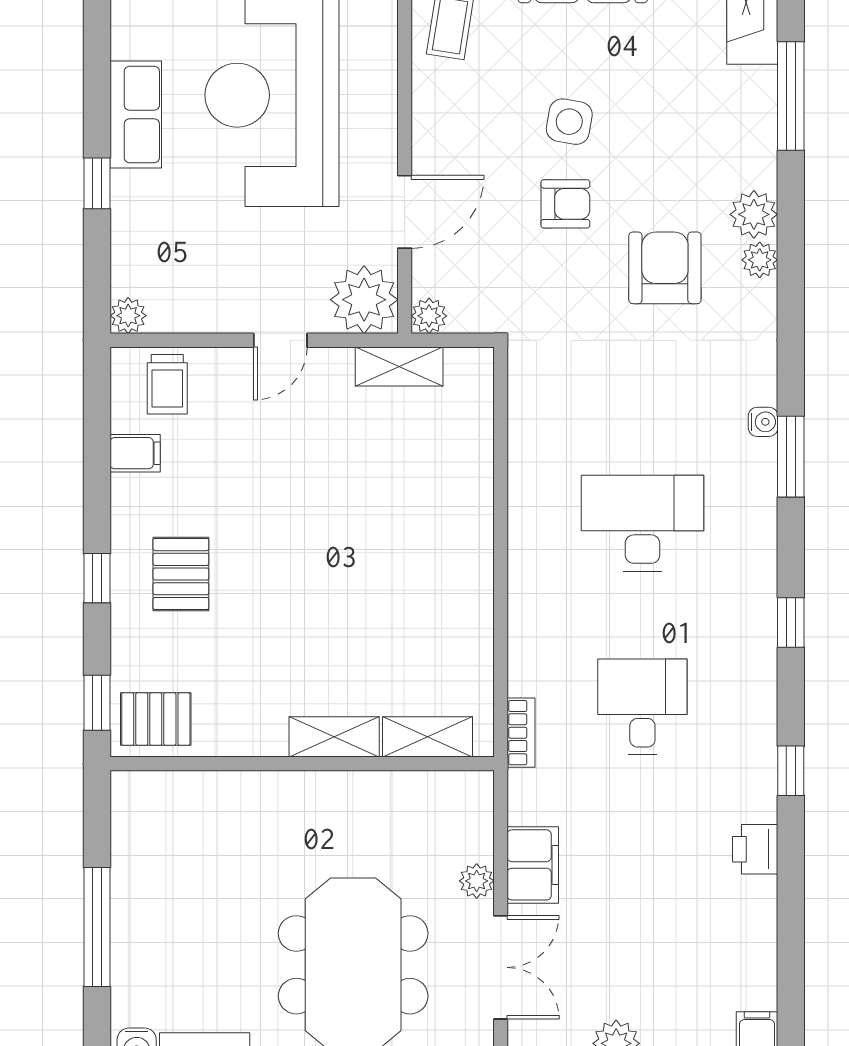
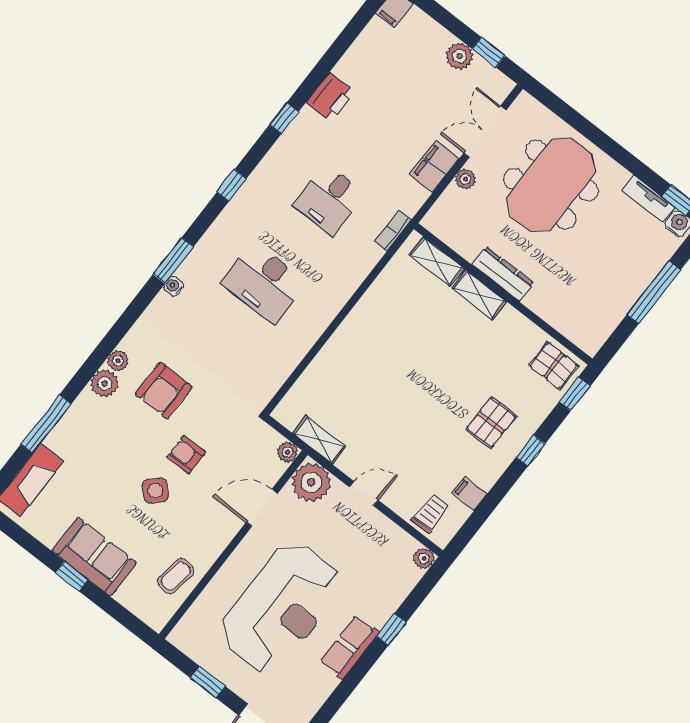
side table: (569, 122) -> (155, 491), turned 34
dresser: (324, 791) -> (503, 274), added
printer: (755, 849) -> (330, 97), width x1.36, depth x1.24

